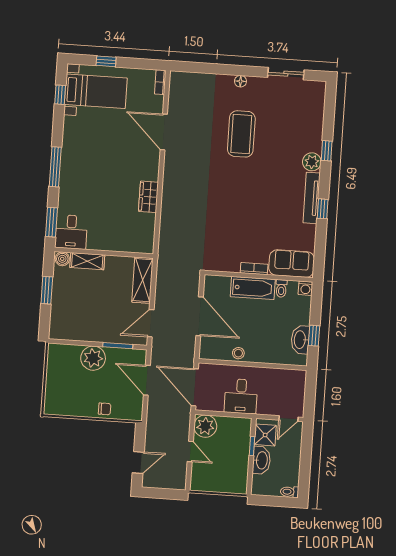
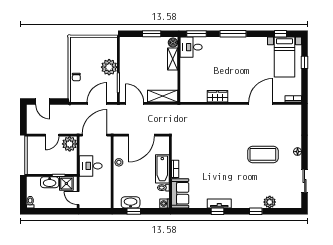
plant: (312, 162) -> (270, 202), moved
tv unit: (312, 198) -> (219, 203), width x0.71

